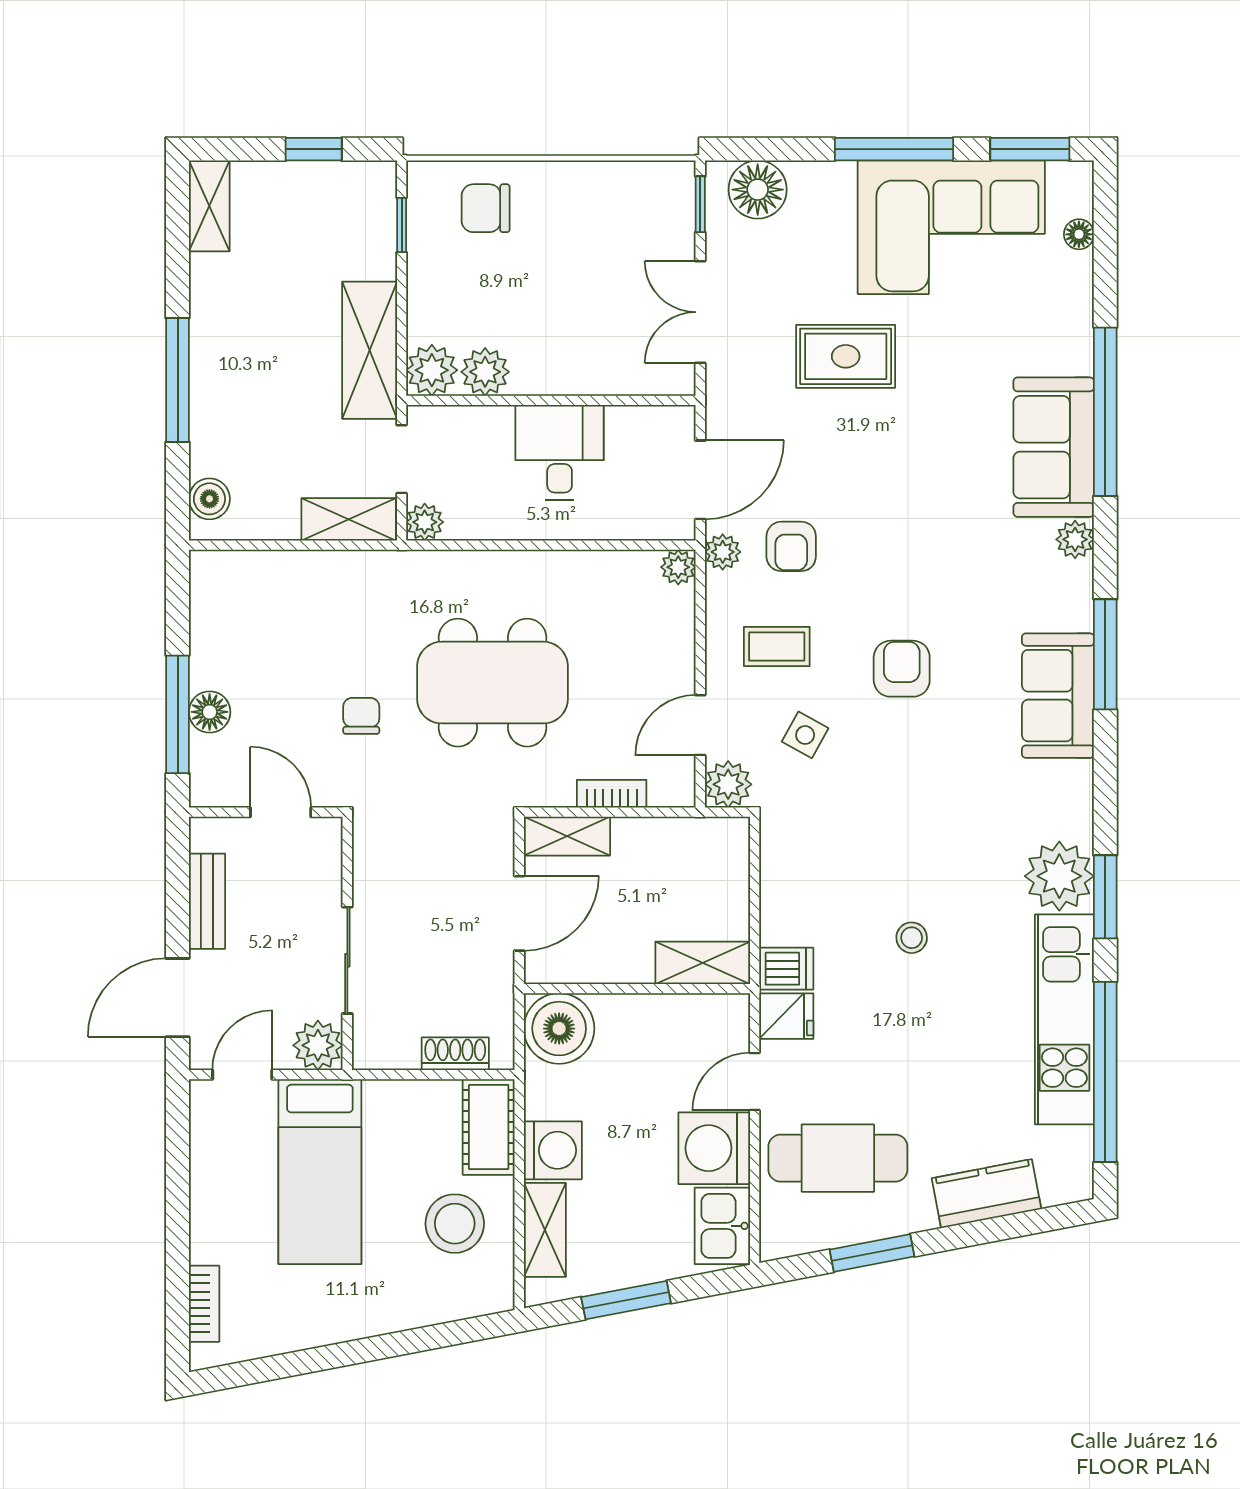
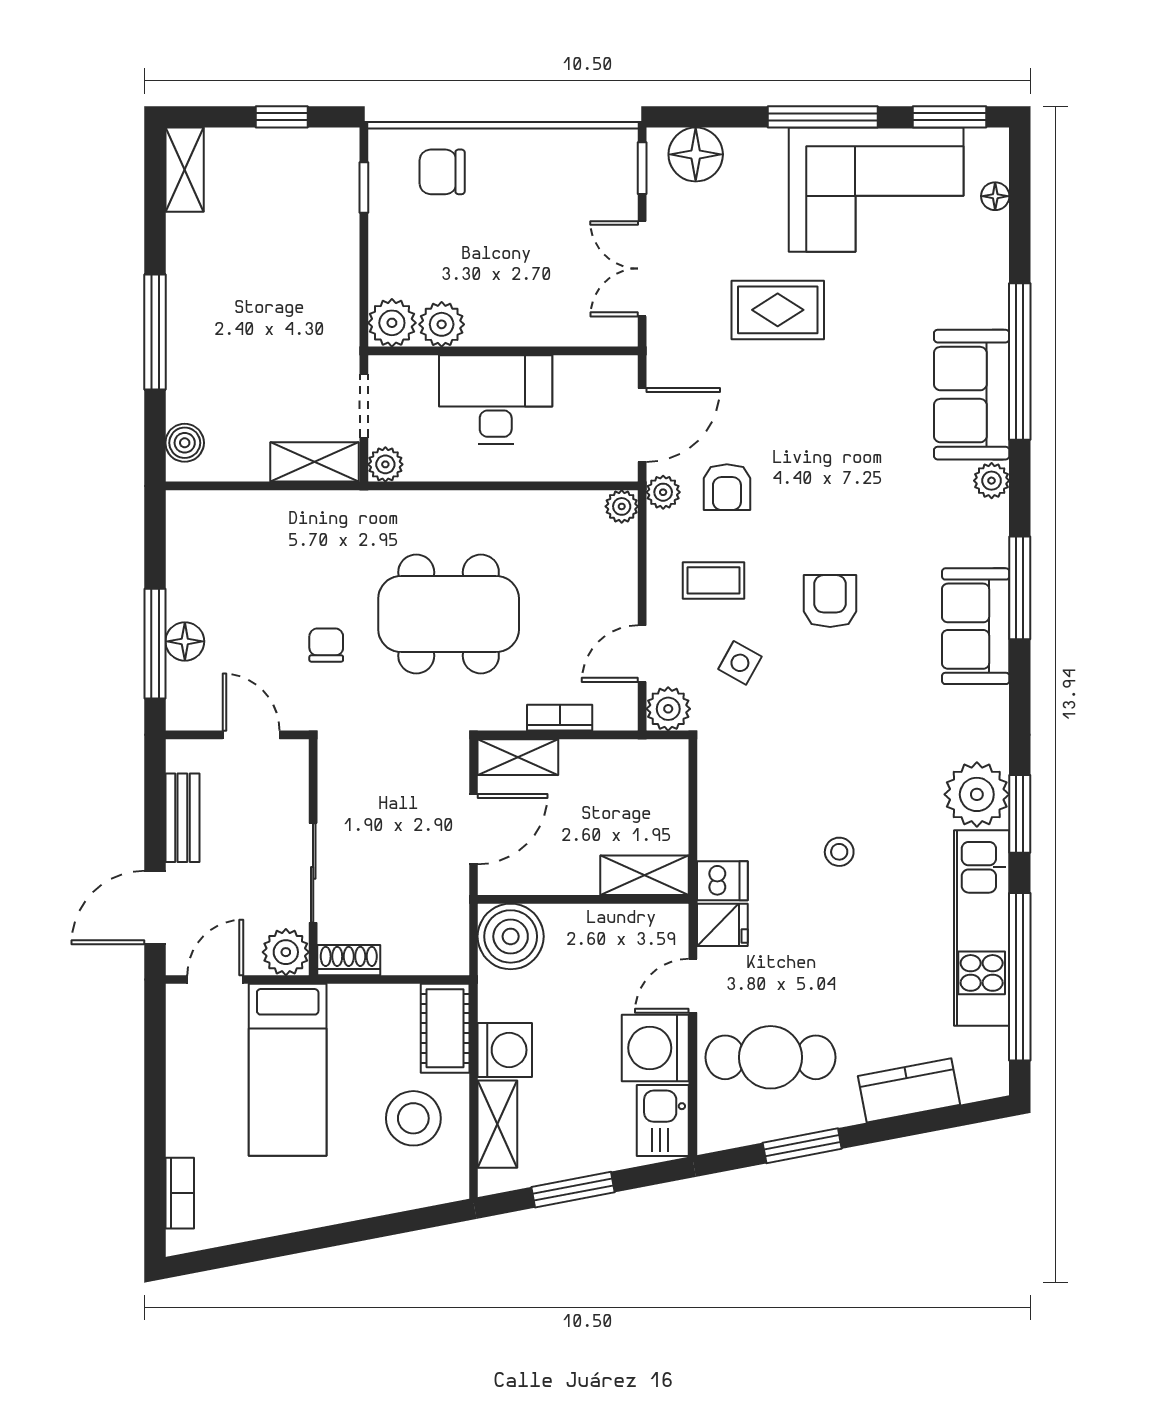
shelving: (370, 350) -> (334, 304), removed
desk: (560, 453) -> (496, 400), width x1.37
shoe rack: (455, 1054) -> (349, 960), moved

